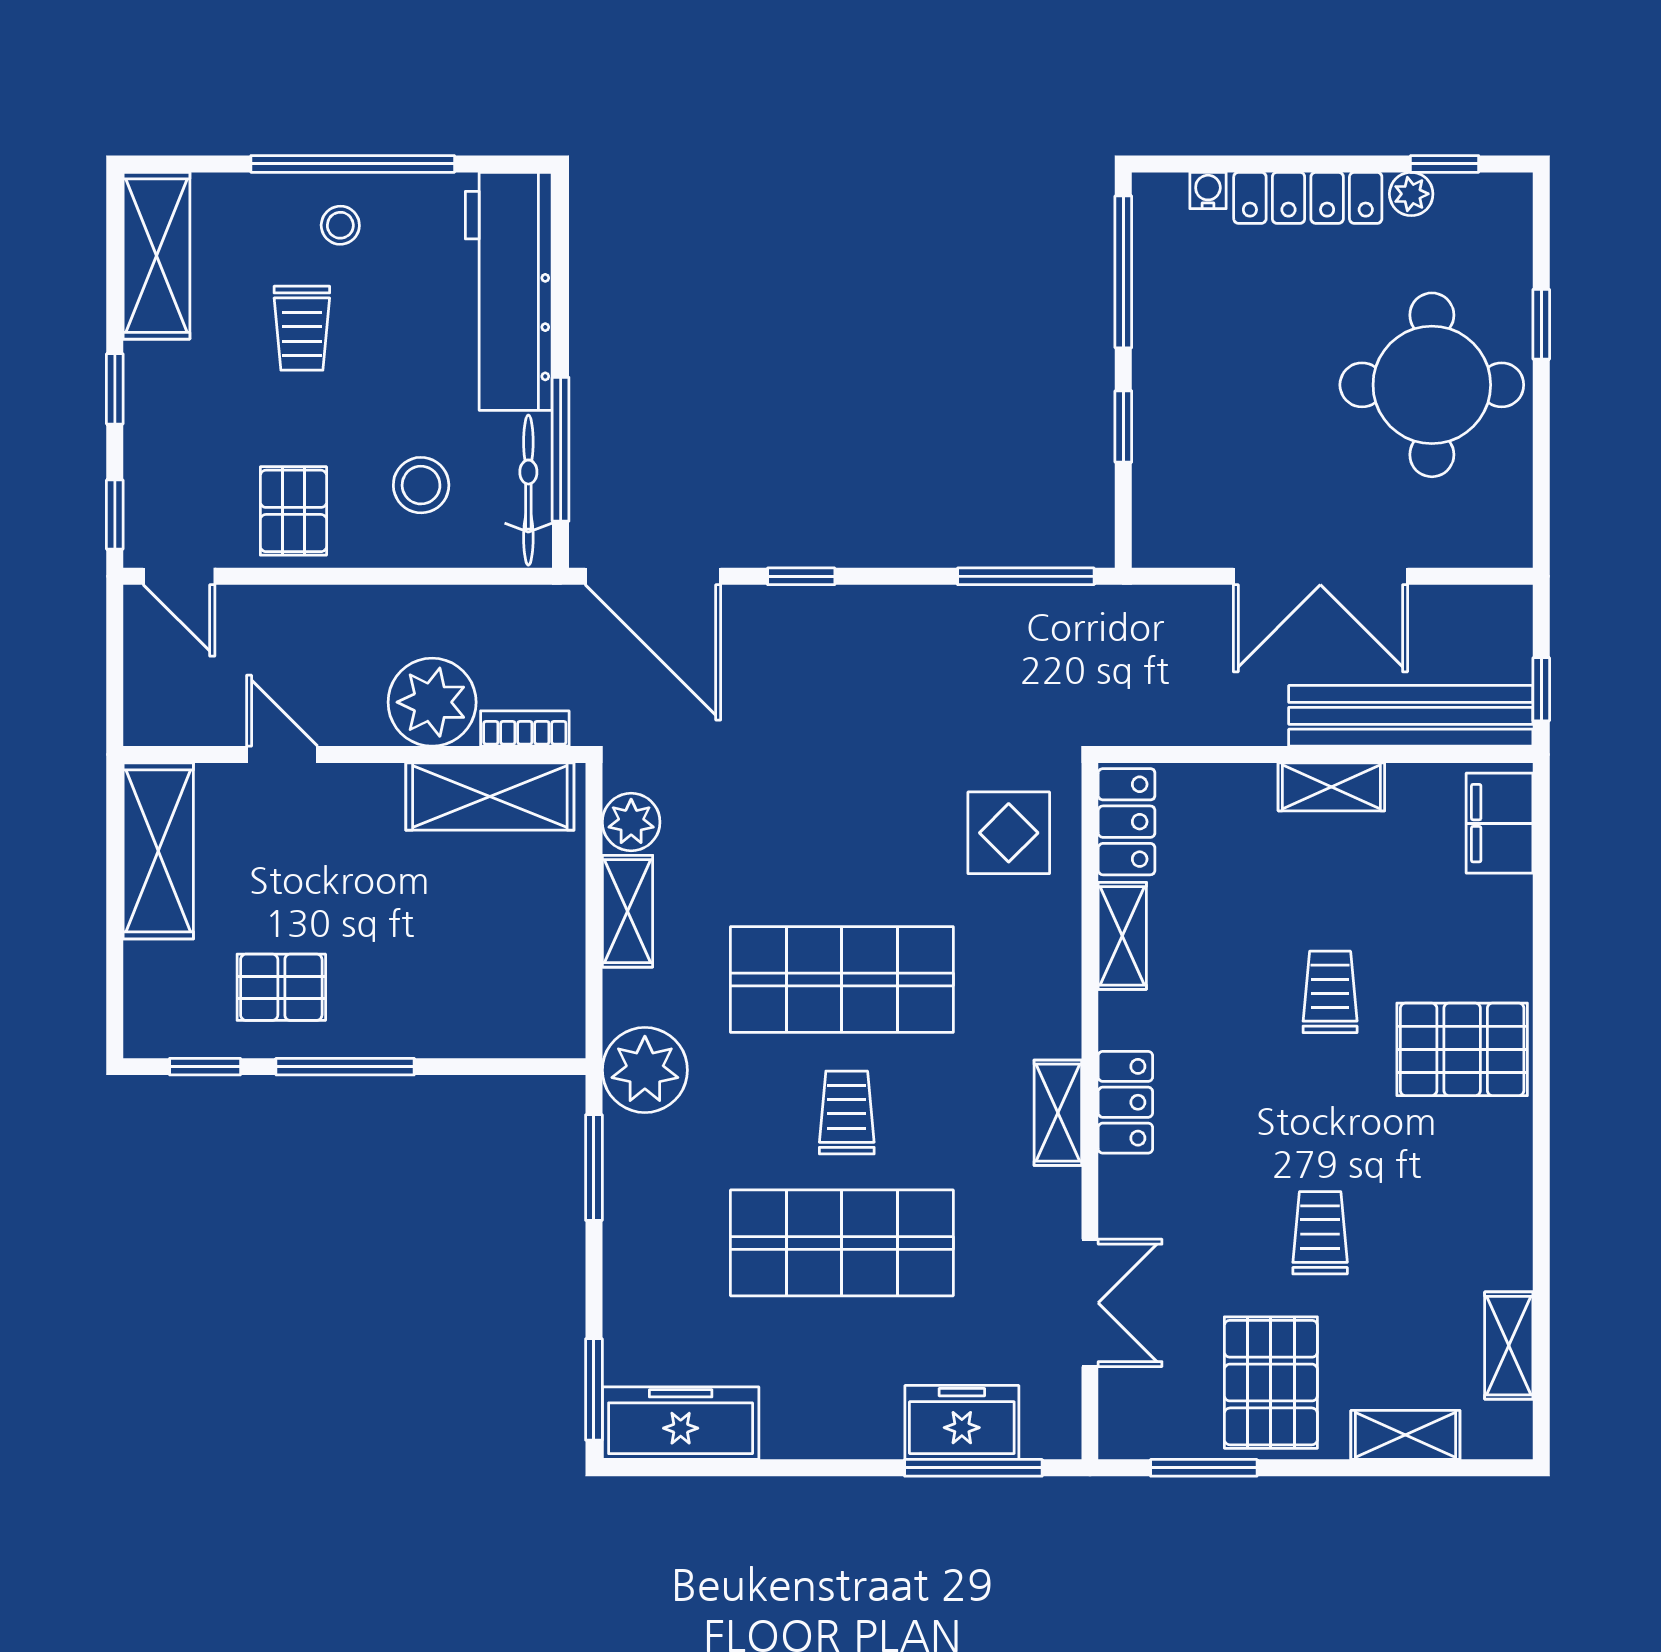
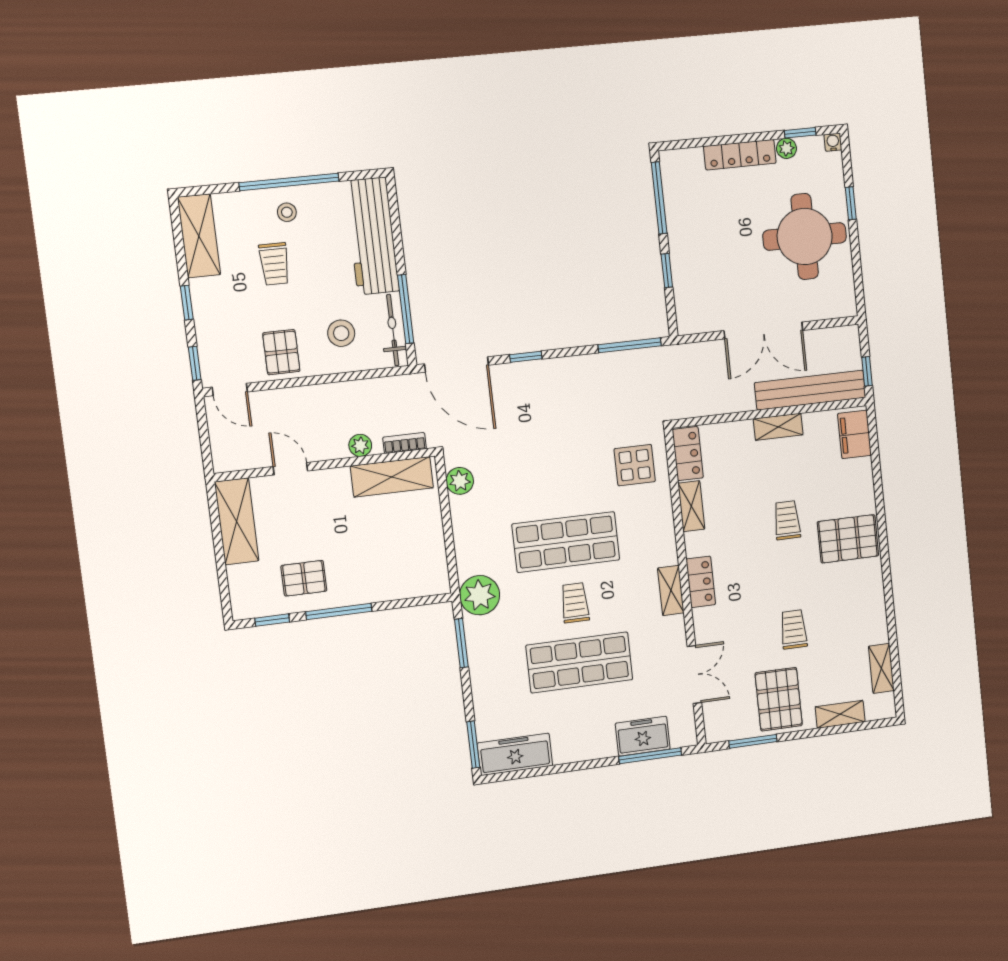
water cooler: (1208, 190) -> (833, 142), moved
plant: (432, 702) -> (360, 445), width x0.53, depth x0.53
shelving: (627, 911) -> (463, 523), removed

